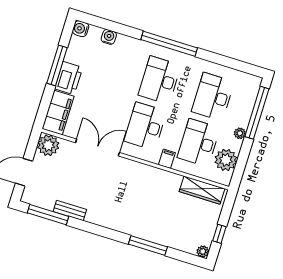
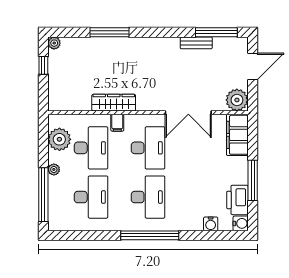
printer: (69, 78) -> (237, 200), moved
wardrobe: (202, 190) -> (114, 103), moved

